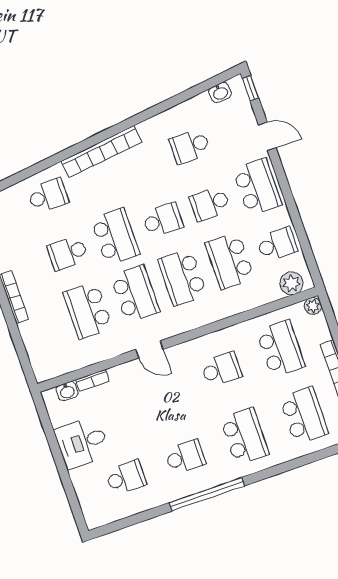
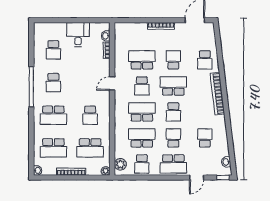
school desk: (115, 237) -> (173, 86), turned 180
school desk: (135, 294) -> (142, 86), width x0.54

